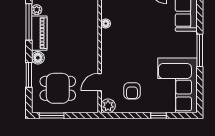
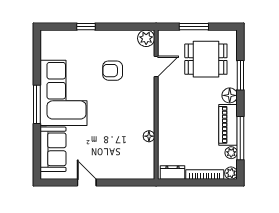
corner sofa: (177, 85) -> (63, 93), moved
armchair: (132, 91) -> (113, 71), moved, turned -90
window: (52, 116) -> (194, 27), moved

